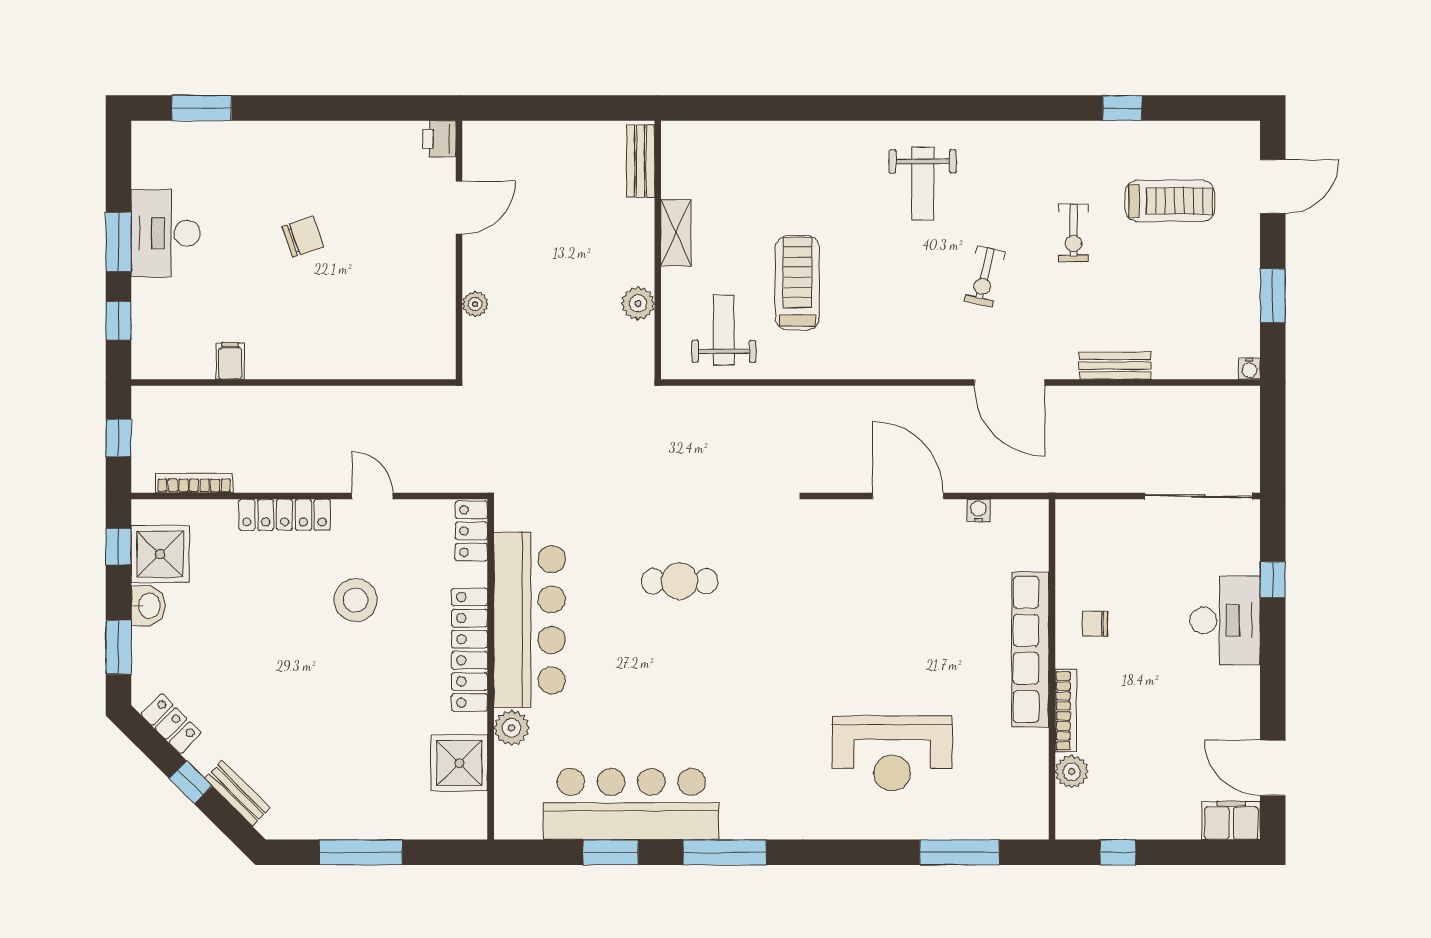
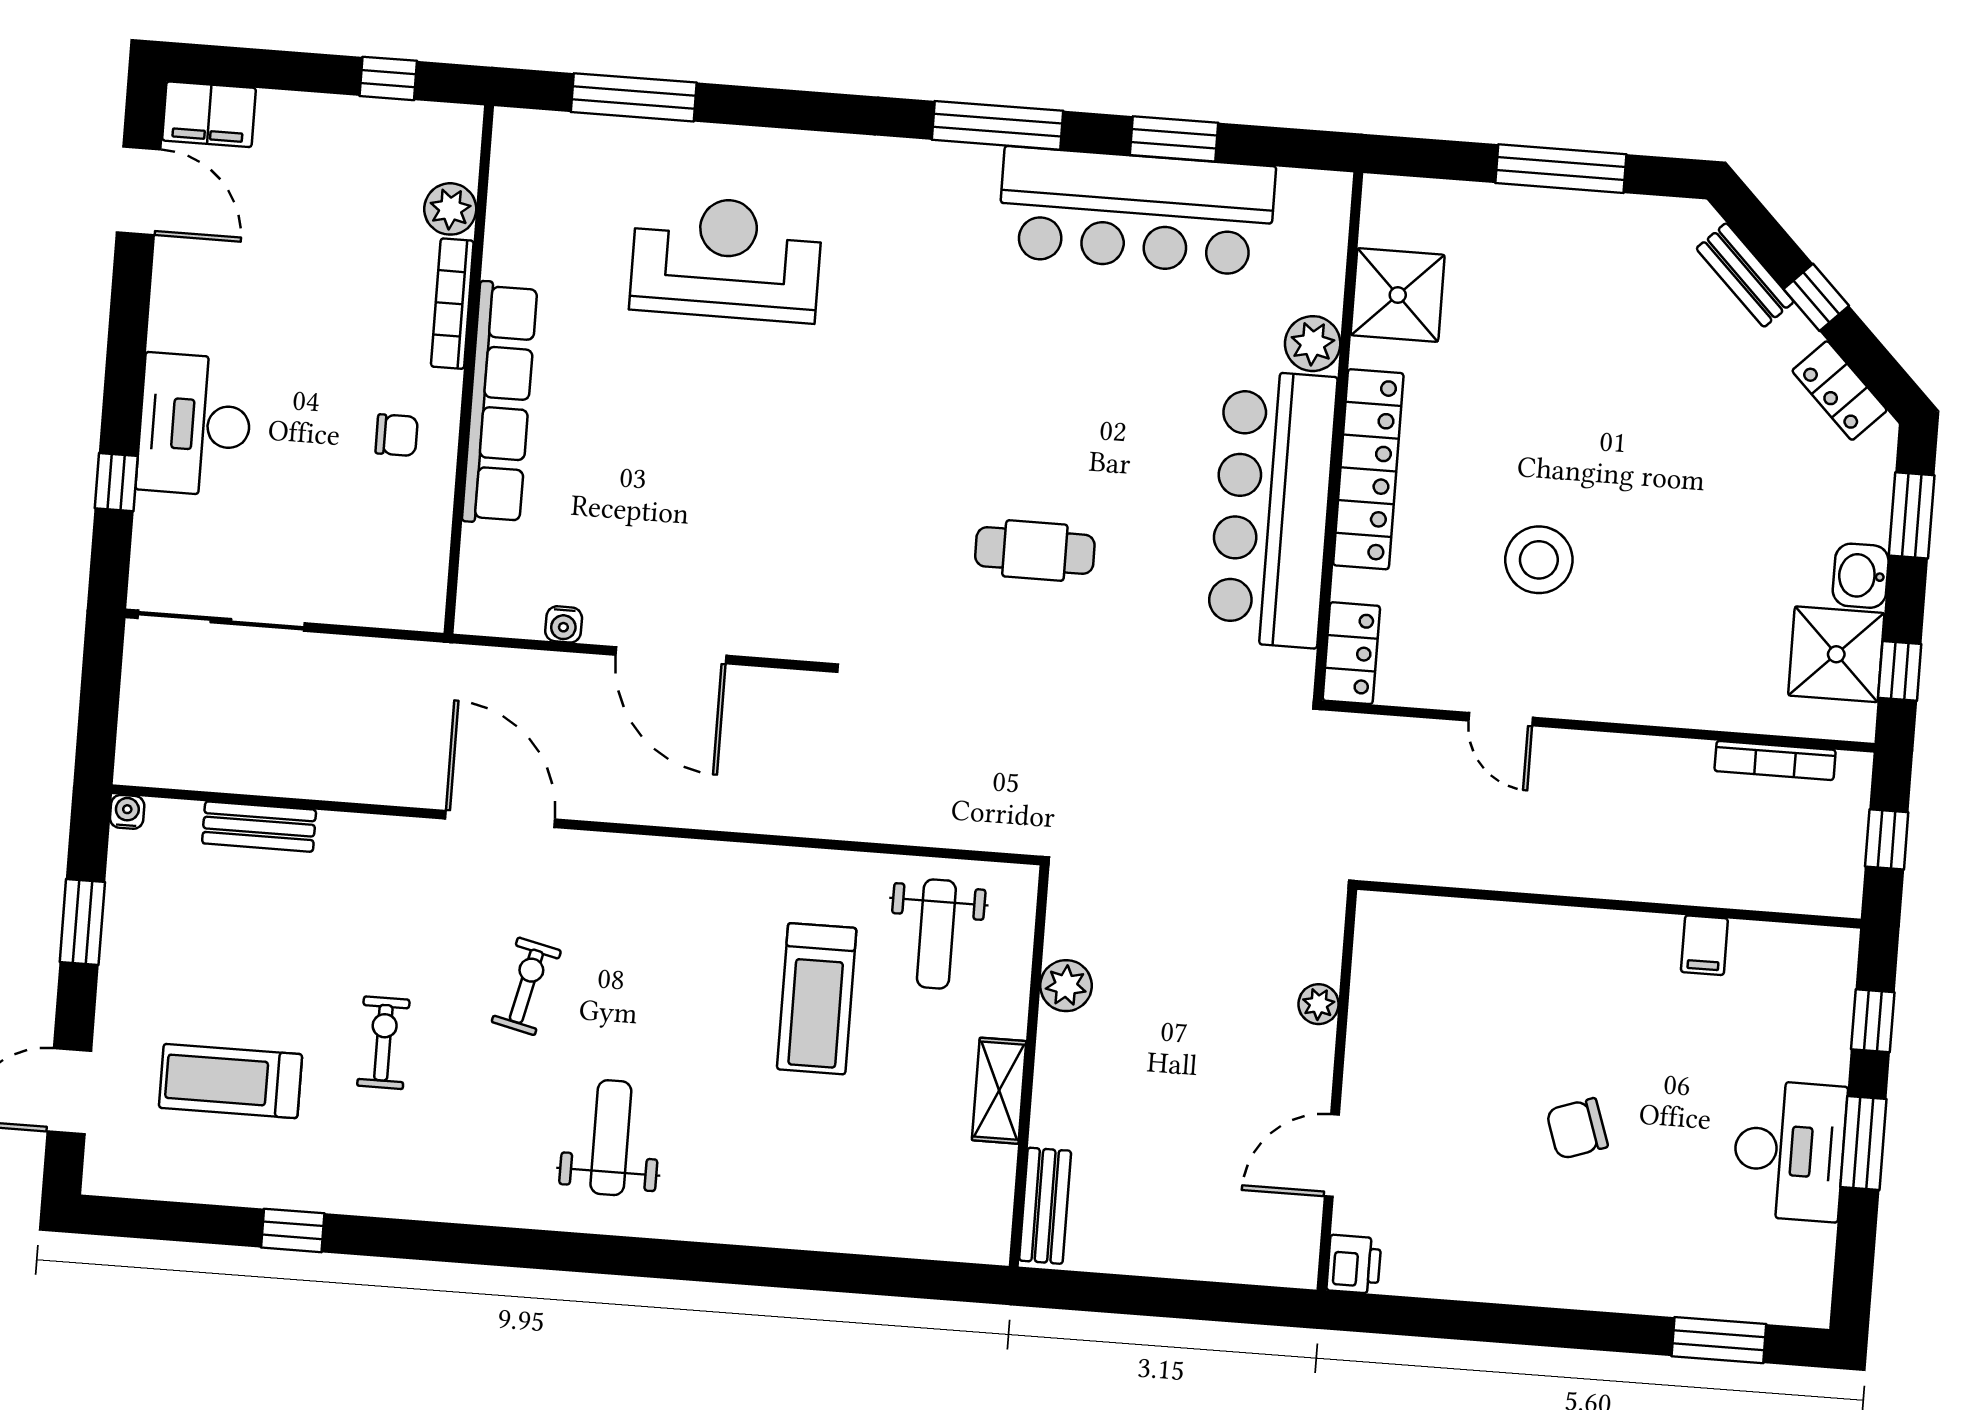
bench: (1115, 366) -> (259, 827), moved
locker: (285, 515) -> (1639, 701), removed

